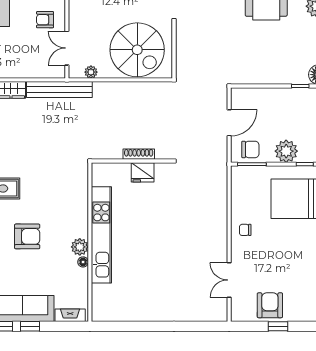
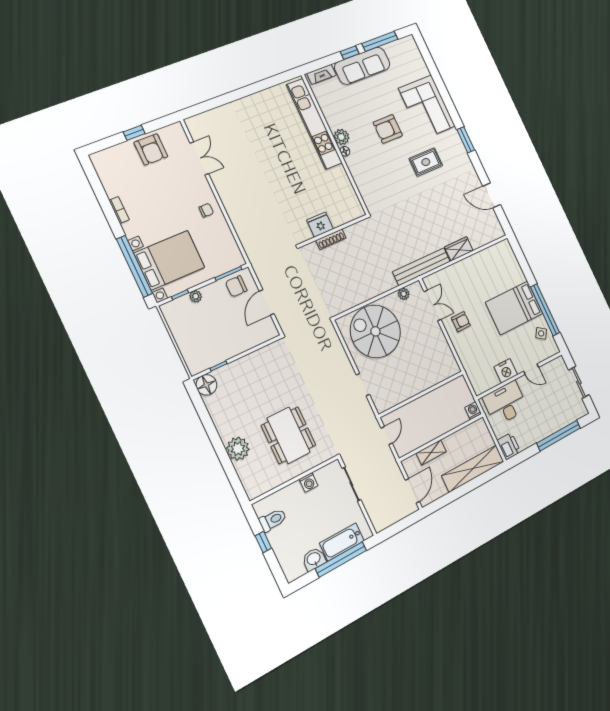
plant: (286, 151) -> (196, 296), width x0.53, depth x0.53
kitchen unit: (101, 235) -> (314, 124), moved
floor lamp: (83, 262) -> (345, 151), moved

